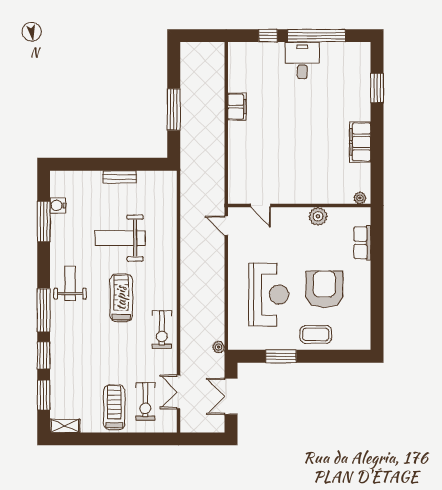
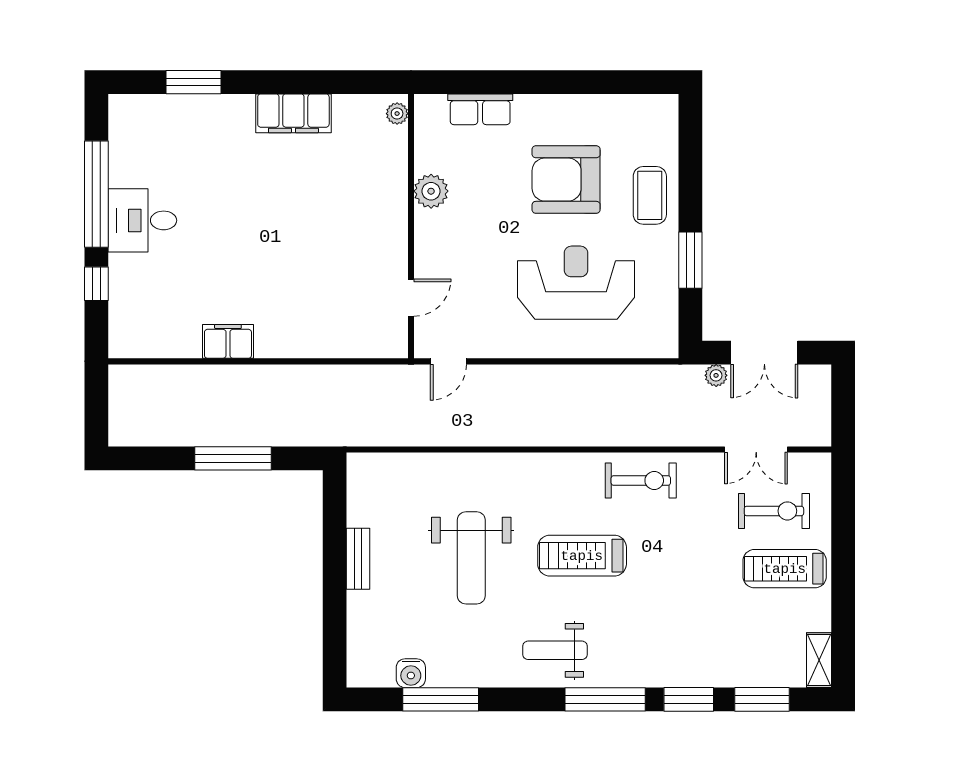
plant: (219, 347) -> (716, 375), moved

